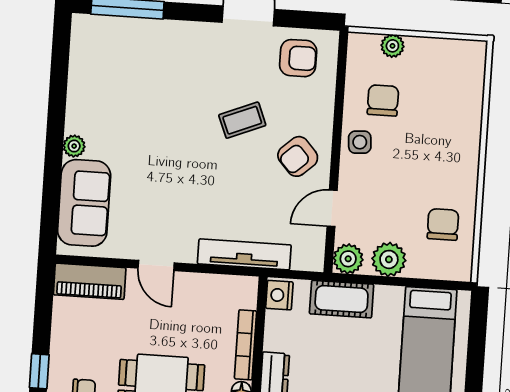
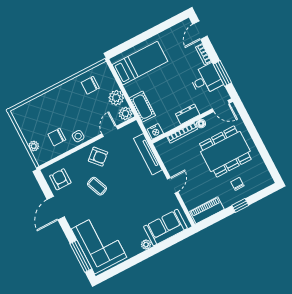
corner sofa: (131, 58) -> (99, 243), added
door: (332, 208) -> (110, 131), swing flipped
piano: (90, 281) -> (207, 210), moved, turned -90

